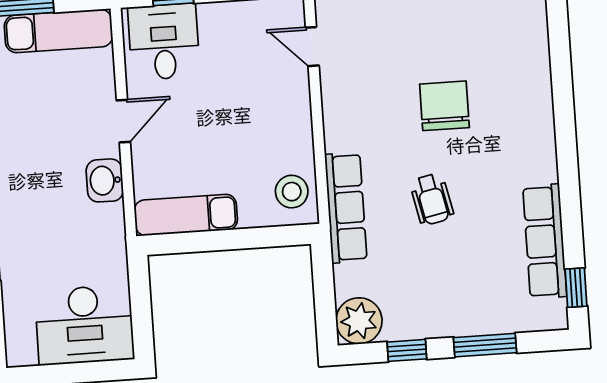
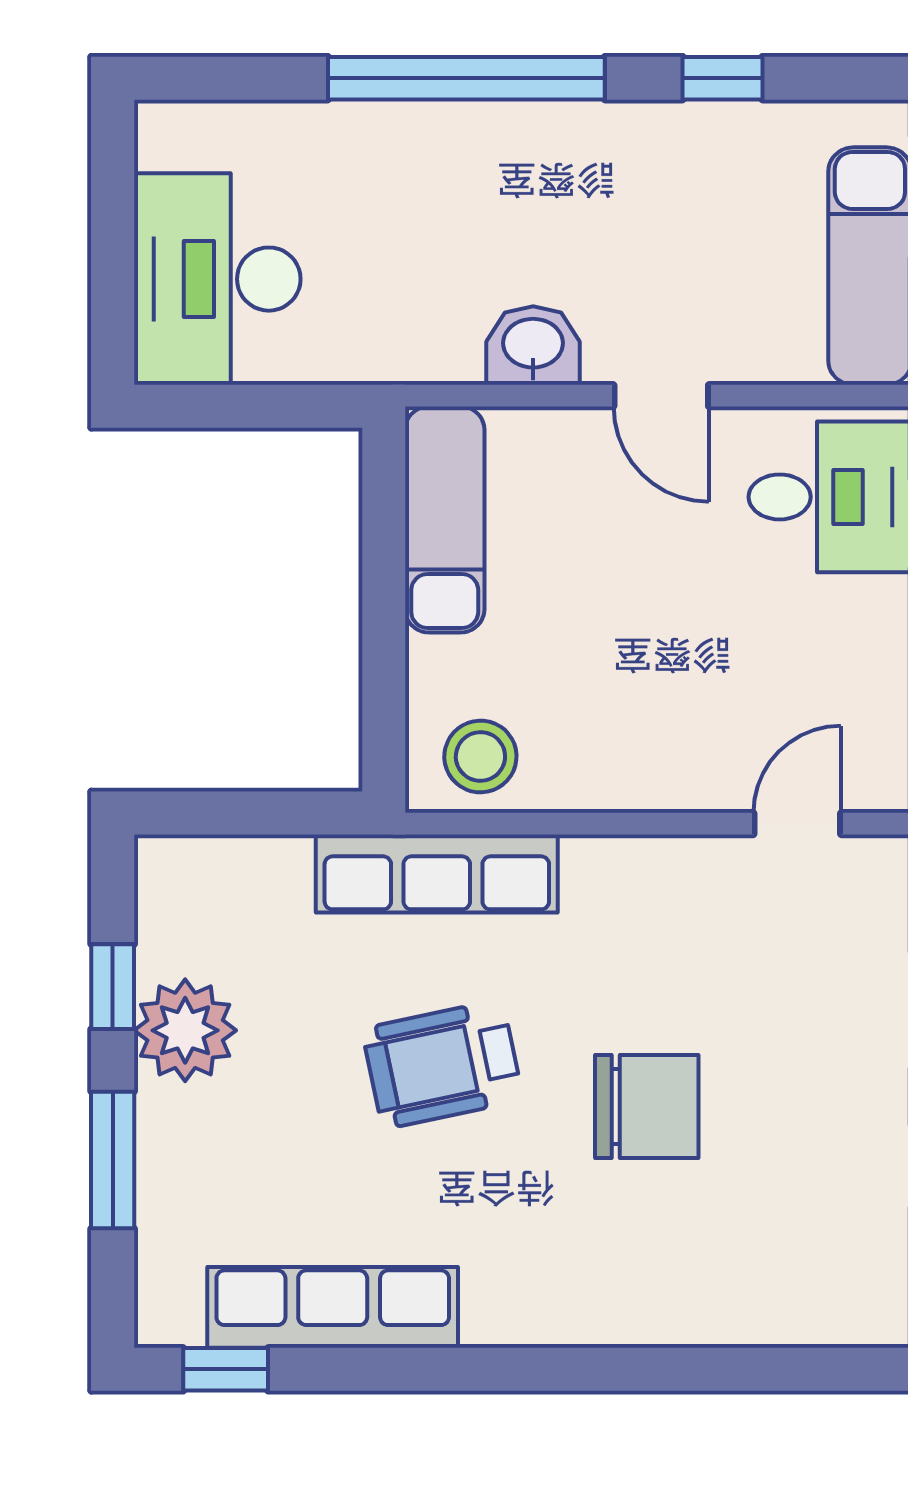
wheelchair: (432, 199) -> (443, 1064), width x1.36, depth x1.37
plant: (359, 321) -> (185, 1030), moved

